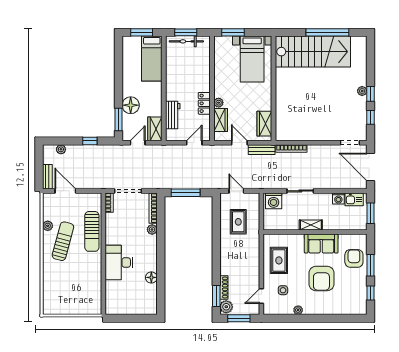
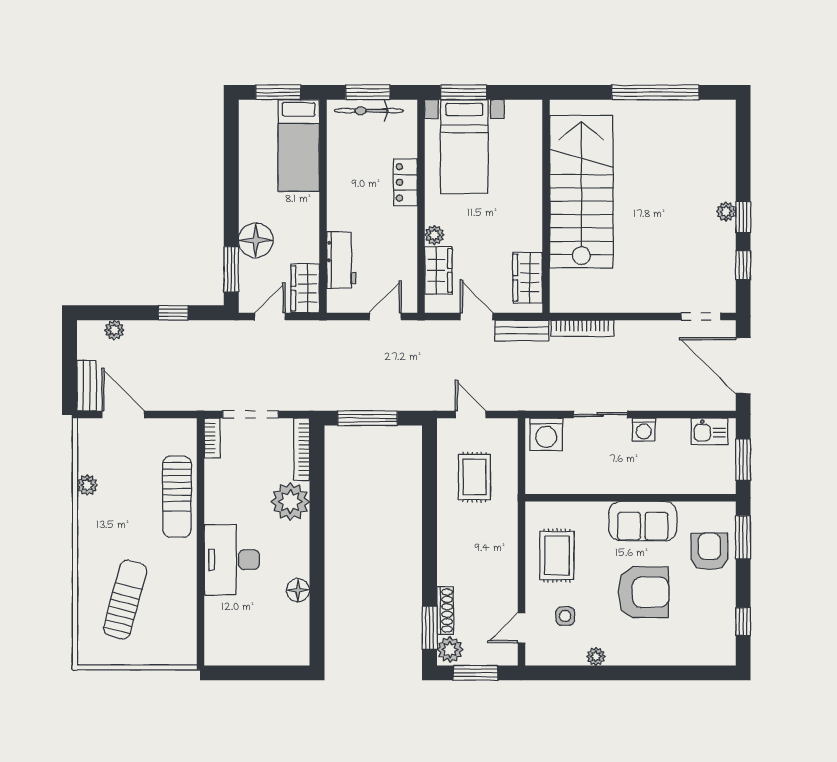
stairs: (313, 52) -> (581, 192), moved, turned -90
bed with nightstands: (252, 59) -> (464, 147), moved
locker: (204, 103) -> (405, 182), moved
washing machine: (338, 198) -> (644, 430), moved
shelving: (311, 225) -> (622, 484), removed
plant: (152, 229) -> (290, 502), width x1.87, depth x1.87
sun lounger: (63, 241) -> (125, 599), moved
window: (371, 265) -> (743, 537), moved
armchair: (321, 279) -> (643, 592), turned -90

